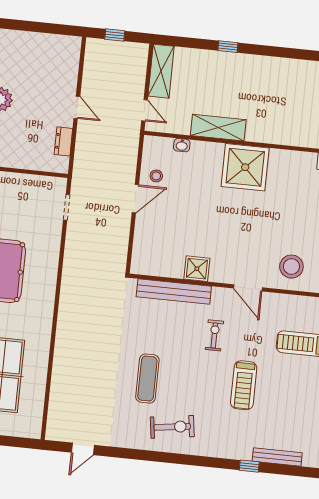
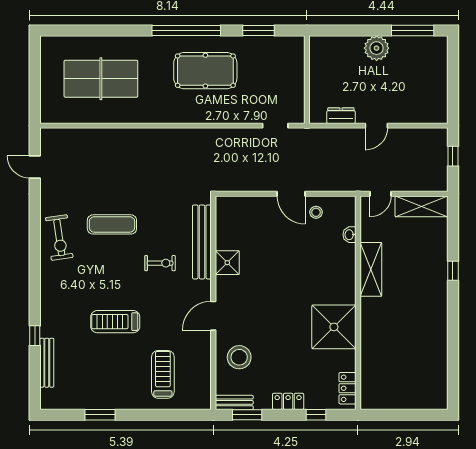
shower: (245, 167) -> (334, 327), moved
exercise bike: (214, 335) -> (160, 263), moved
exercise bike: (172, 427) -> (59, 238), moved

